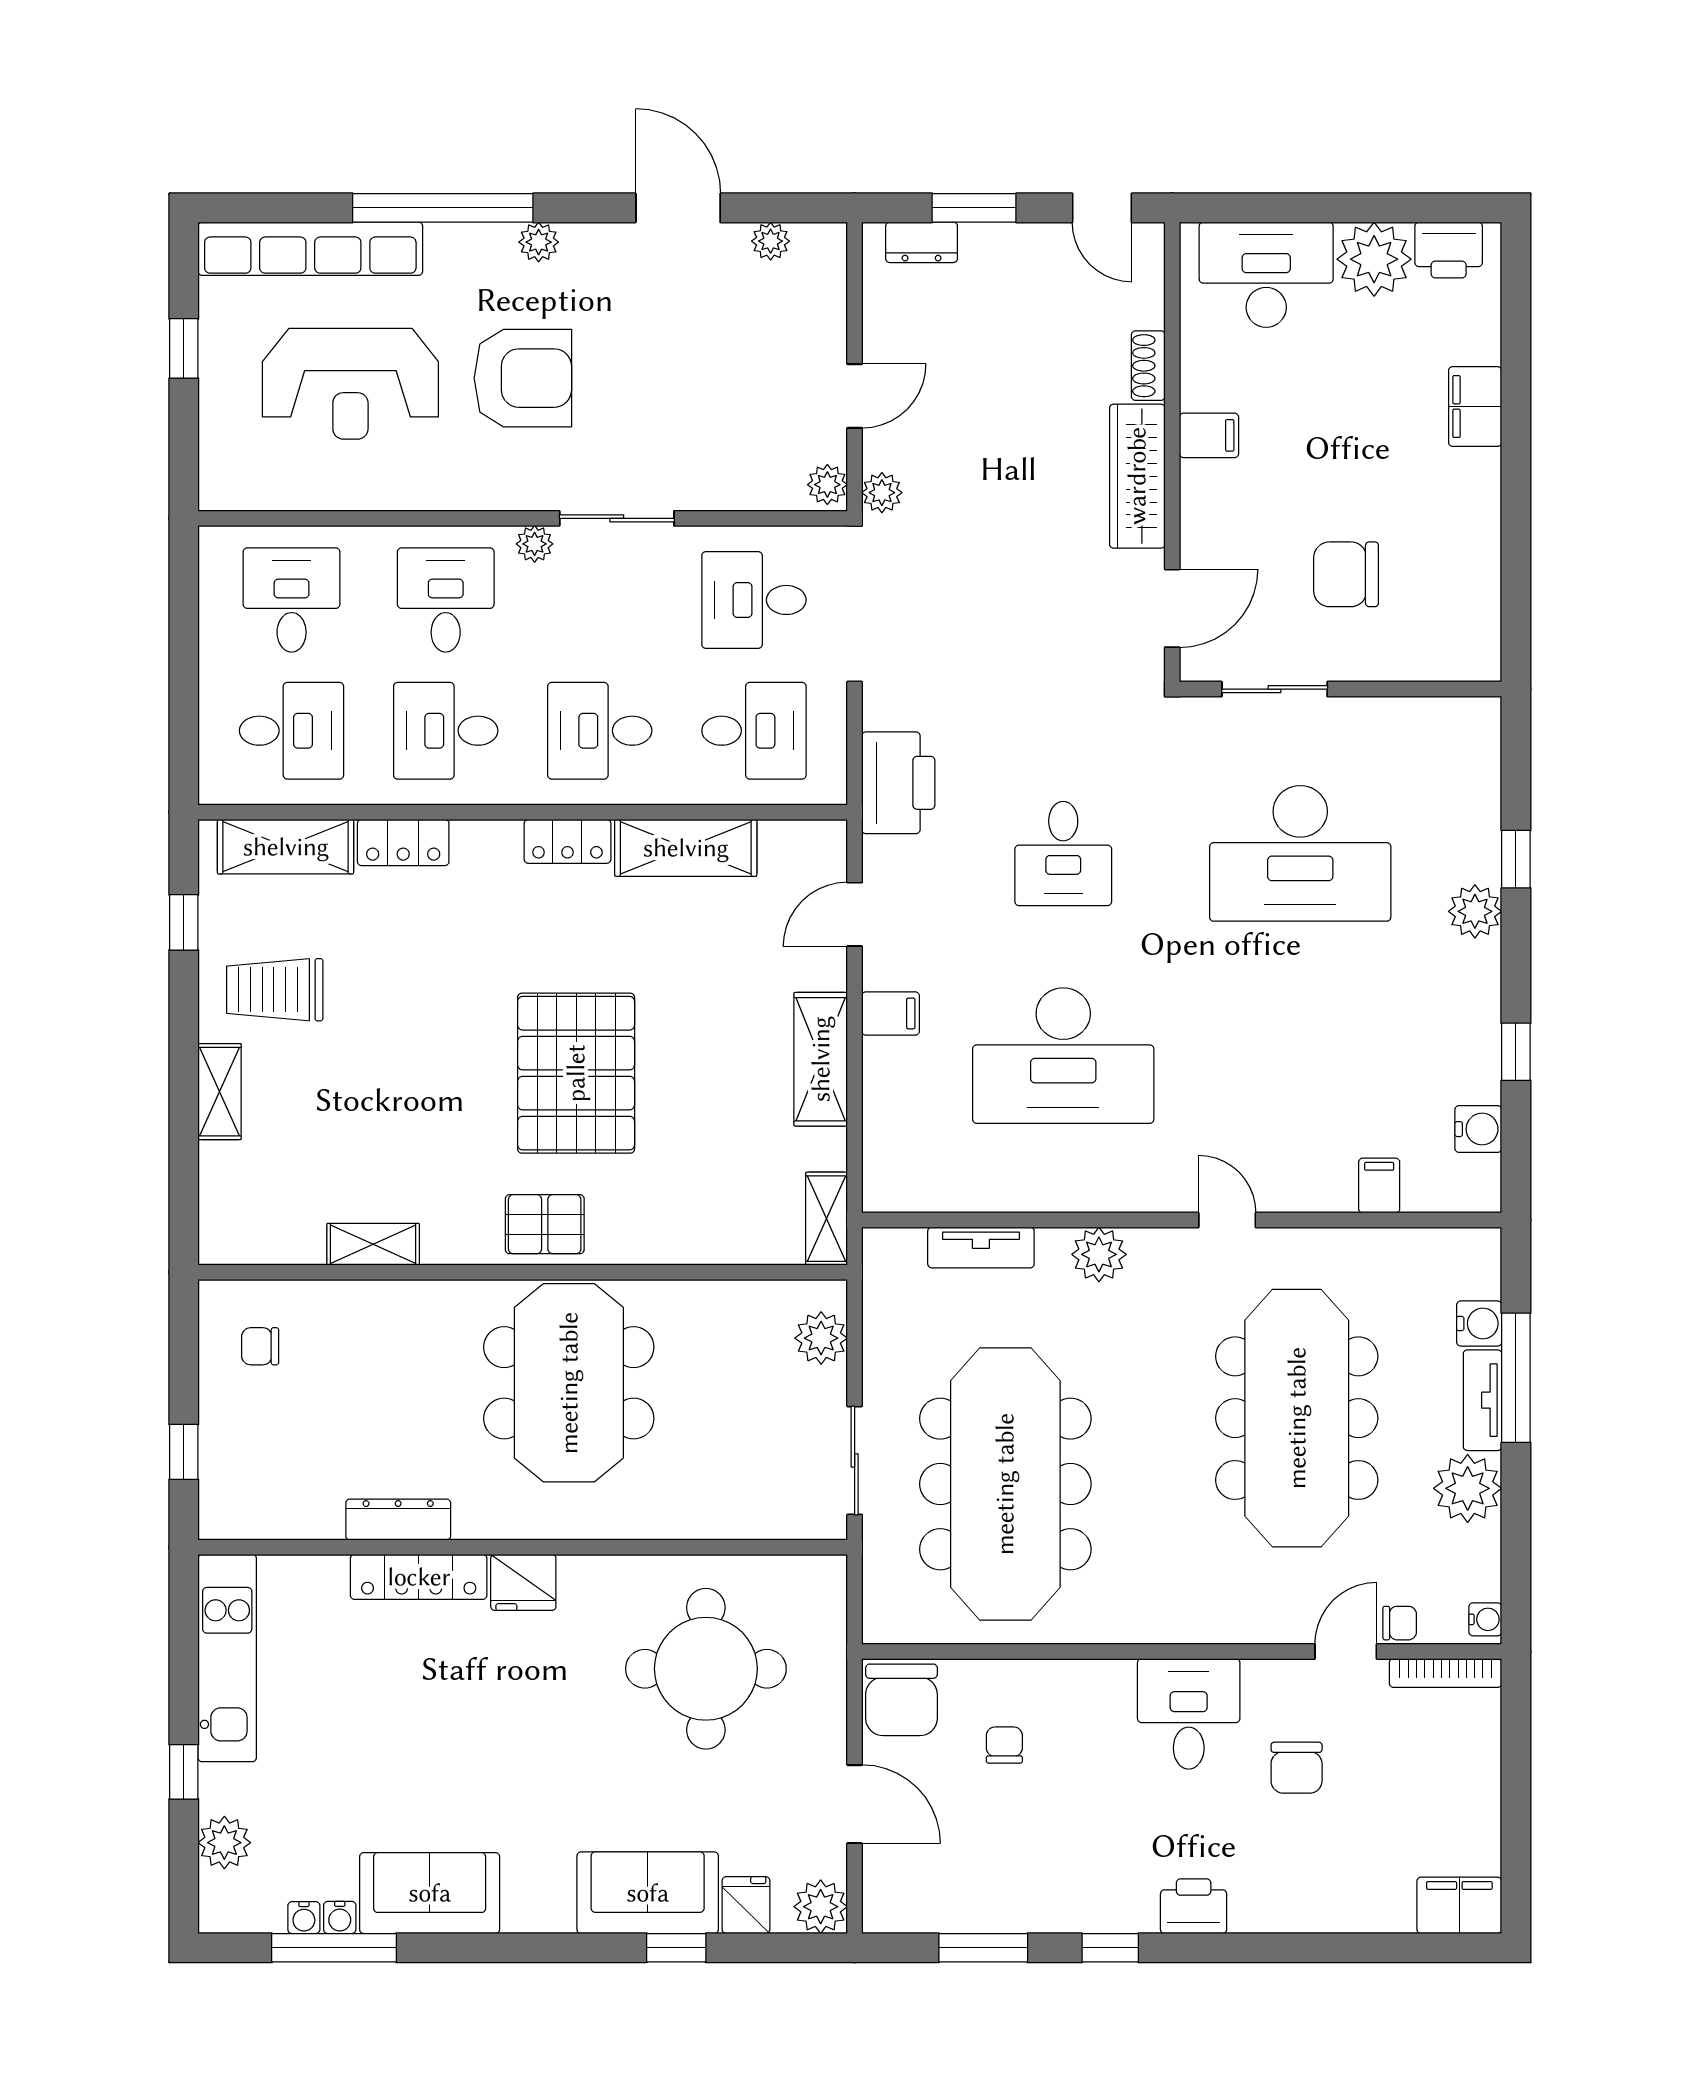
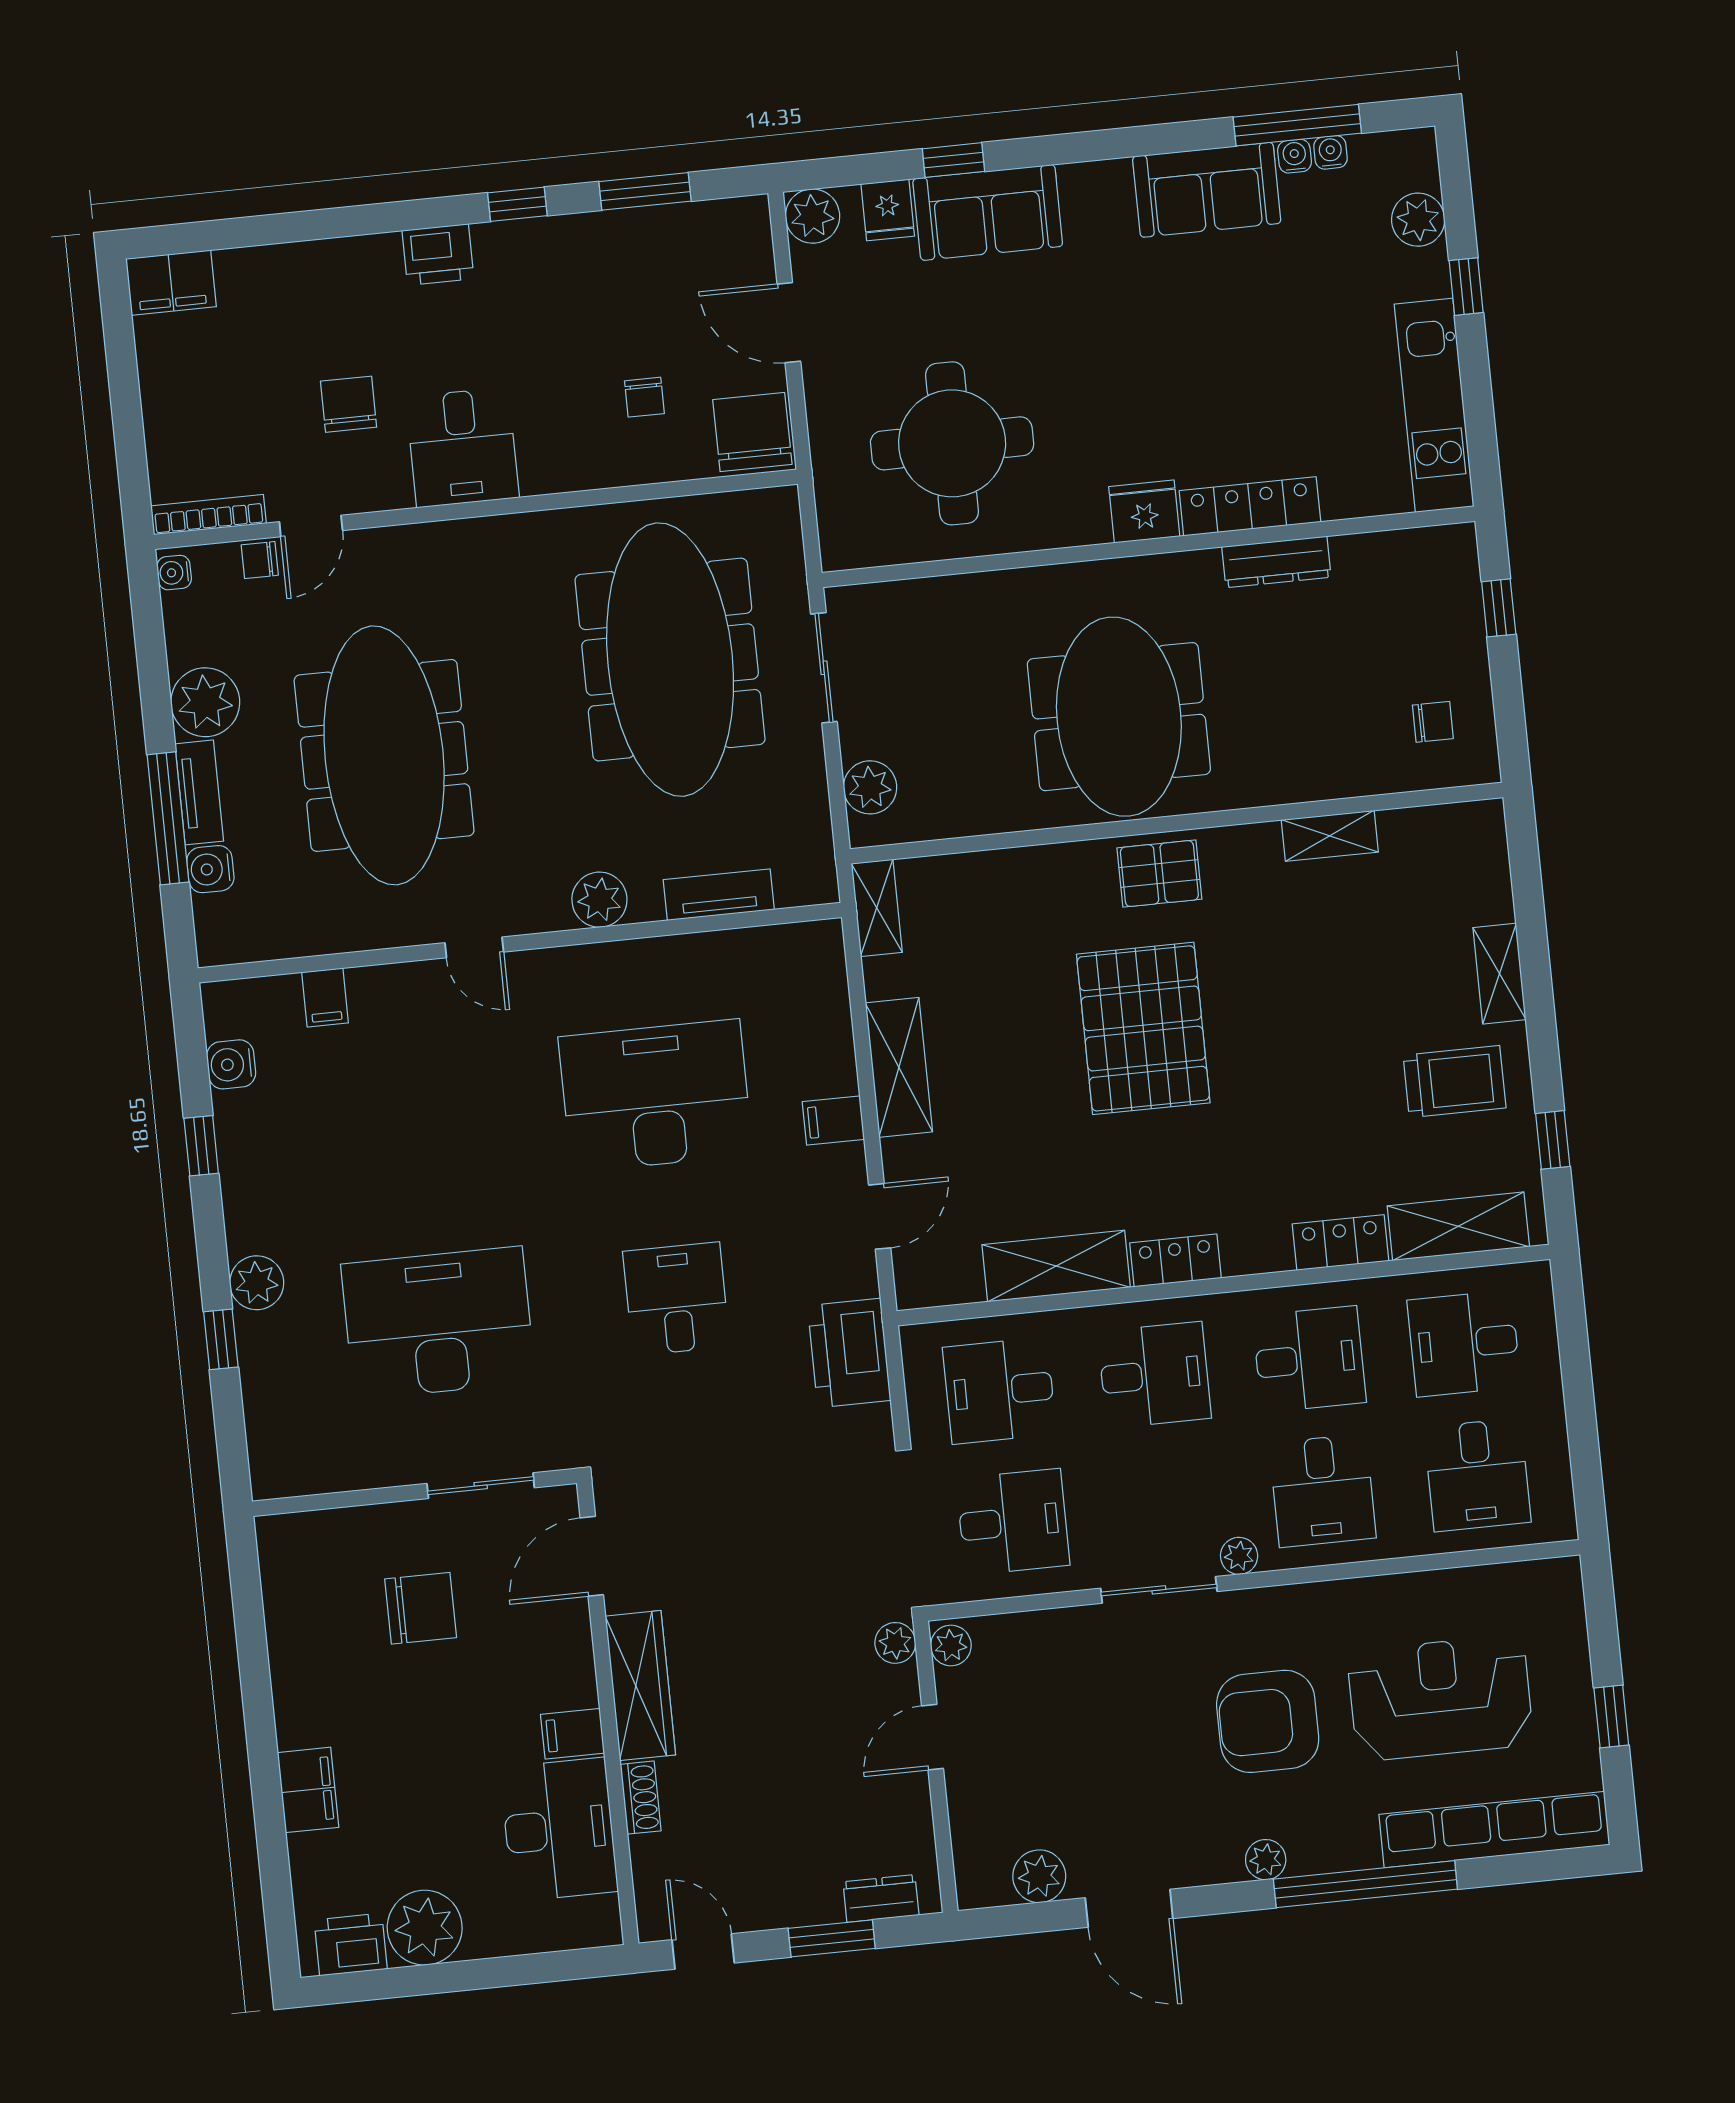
plant: (771, 241) -> (1039, 1876), width x1.38, depth x1.38
desk: (1266, 275) -> (559, 1830), moved, turned -90

